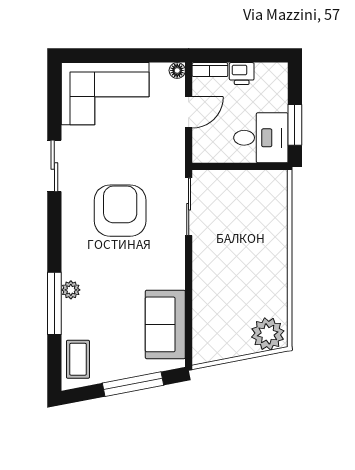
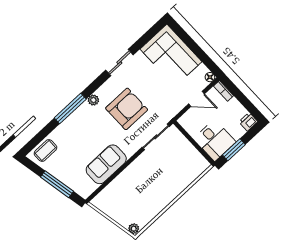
printer: (242, 74) -> (248, 122), moved, turned 90
plant: (71, 290) -> (93, 100), moved
window: (54, 303) -> (70, 109), moved
sofa: (165, 324) -> (106, 164), moved
plant: (268, 334) -> (134, 229), width x0.53, depth x0.53

